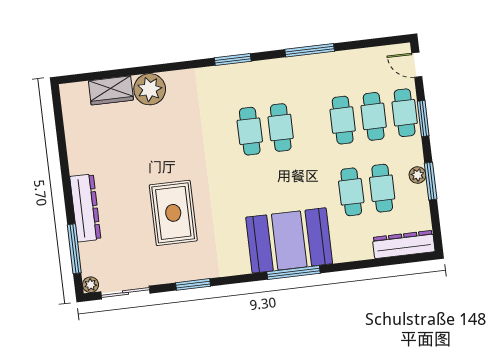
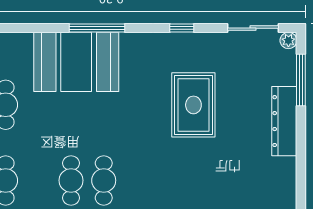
window: (293, 272) -> (97, 28), moved
window: (193, 284) -> (182, 28), width x0.67

